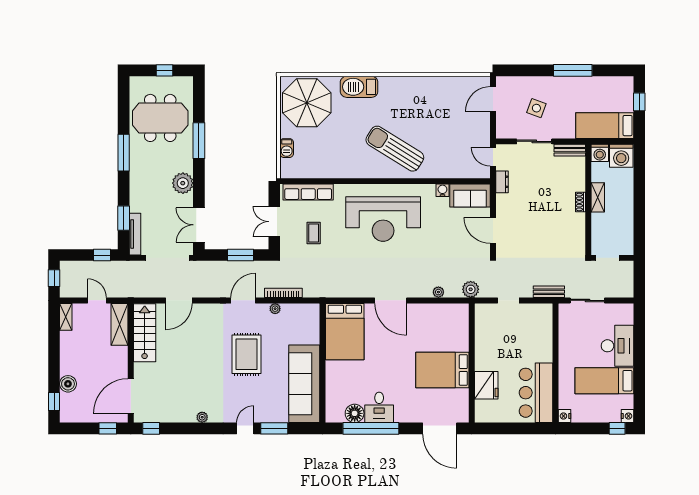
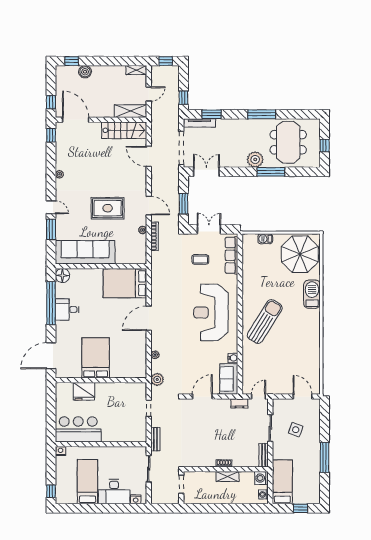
washing machine: (621, 156) -> (263, 494), width x0.53, depth x0.53
plant: (183, 183) -> (255, 159), moved
floor lamp: (355, 413) -> (62, 275), moved
nightstand: (628, 416) -> (136, 499), moved

